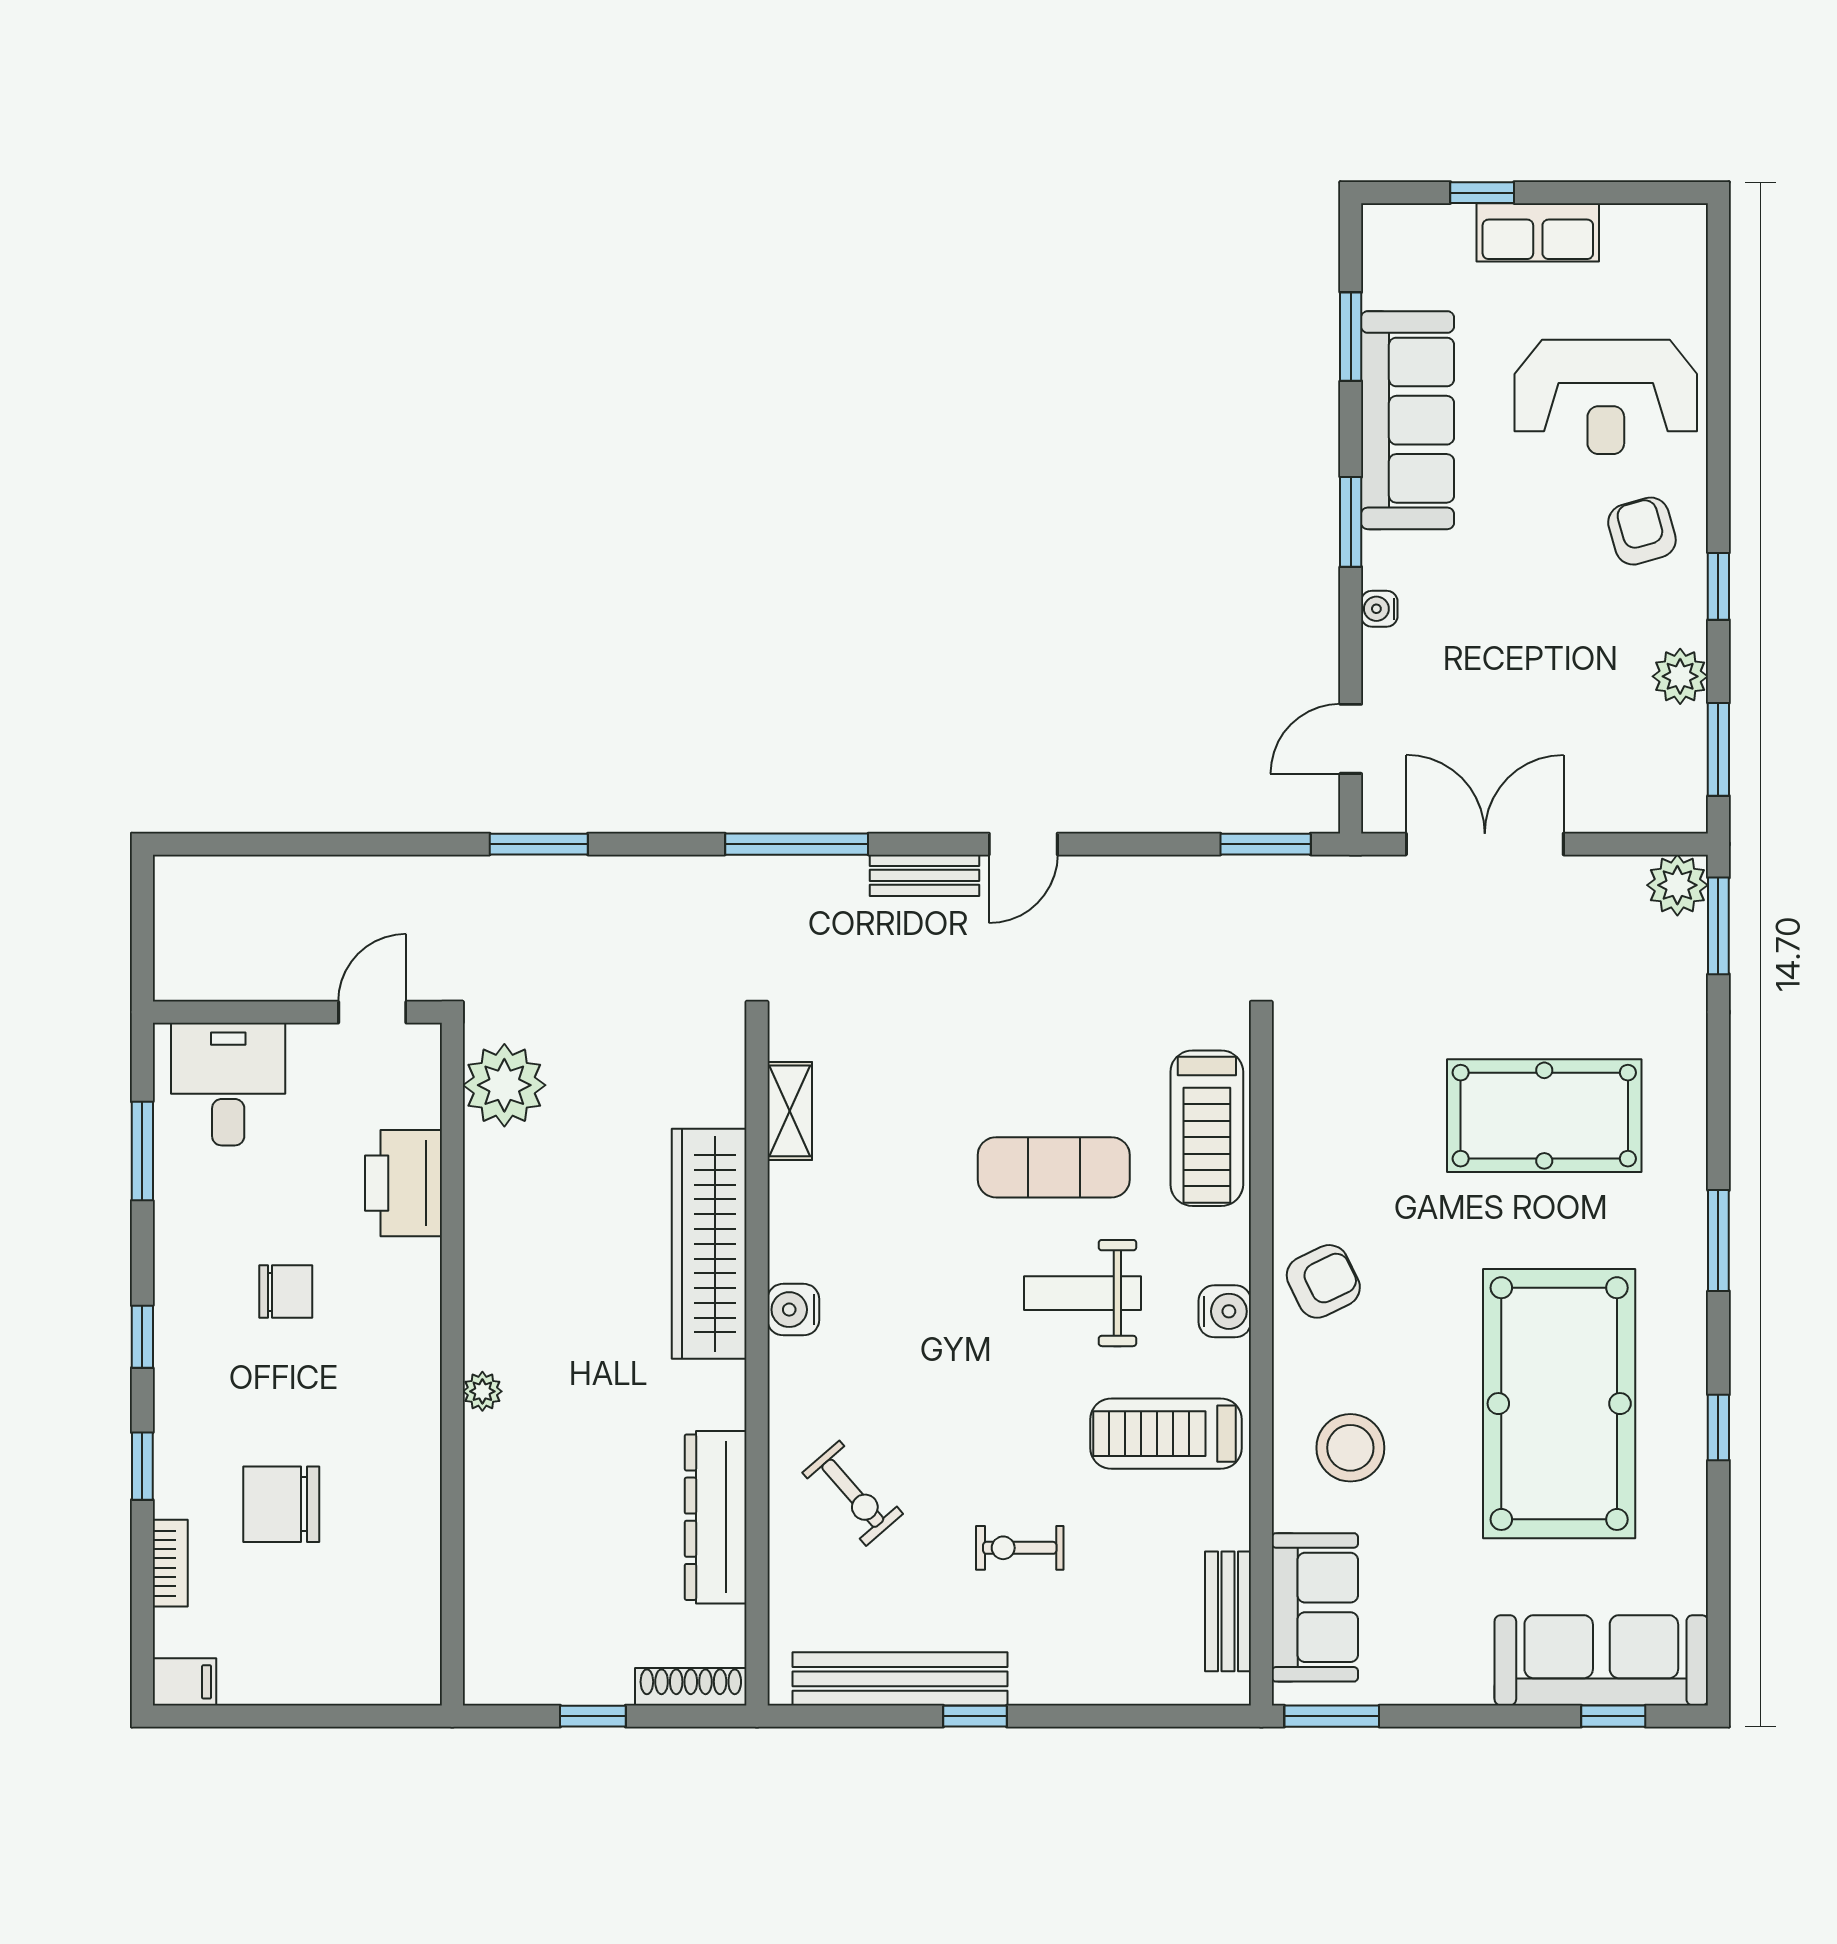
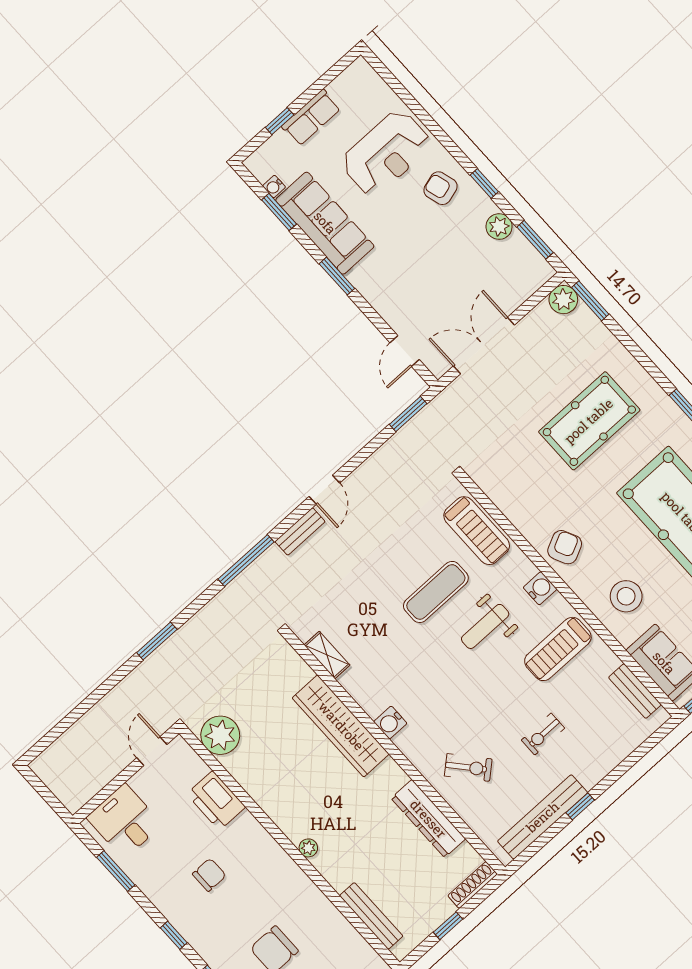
water cooler: (1379, 609) -> (274, 187), moved
bench: (485, 1590) -> (371, 916), added

